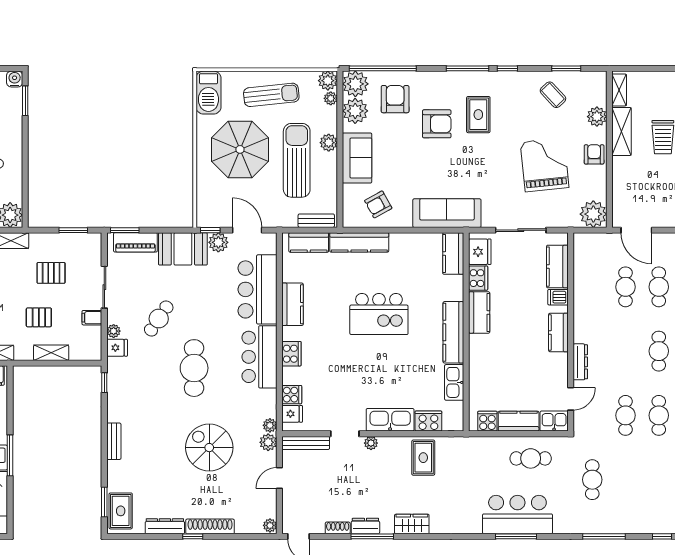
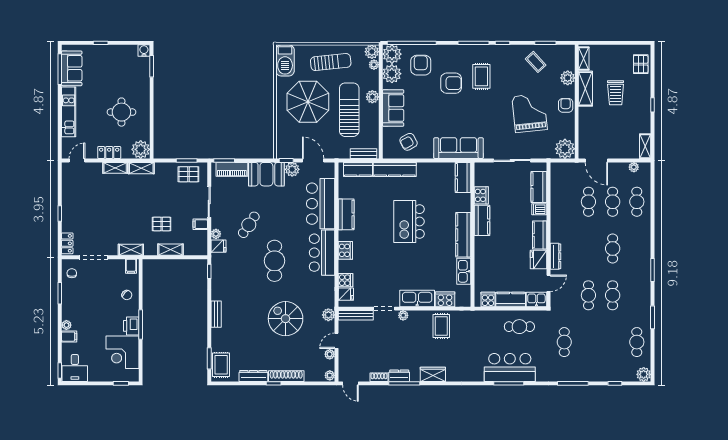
fridge: (480, 252) -> (539, 259), moved, turned 180
pallet: (51, 273) -> (188, 174), moved
kitchen island: (379, 314) -> (409, 221), turned 90
plant: (270, 425) -> (330, 354), moved

